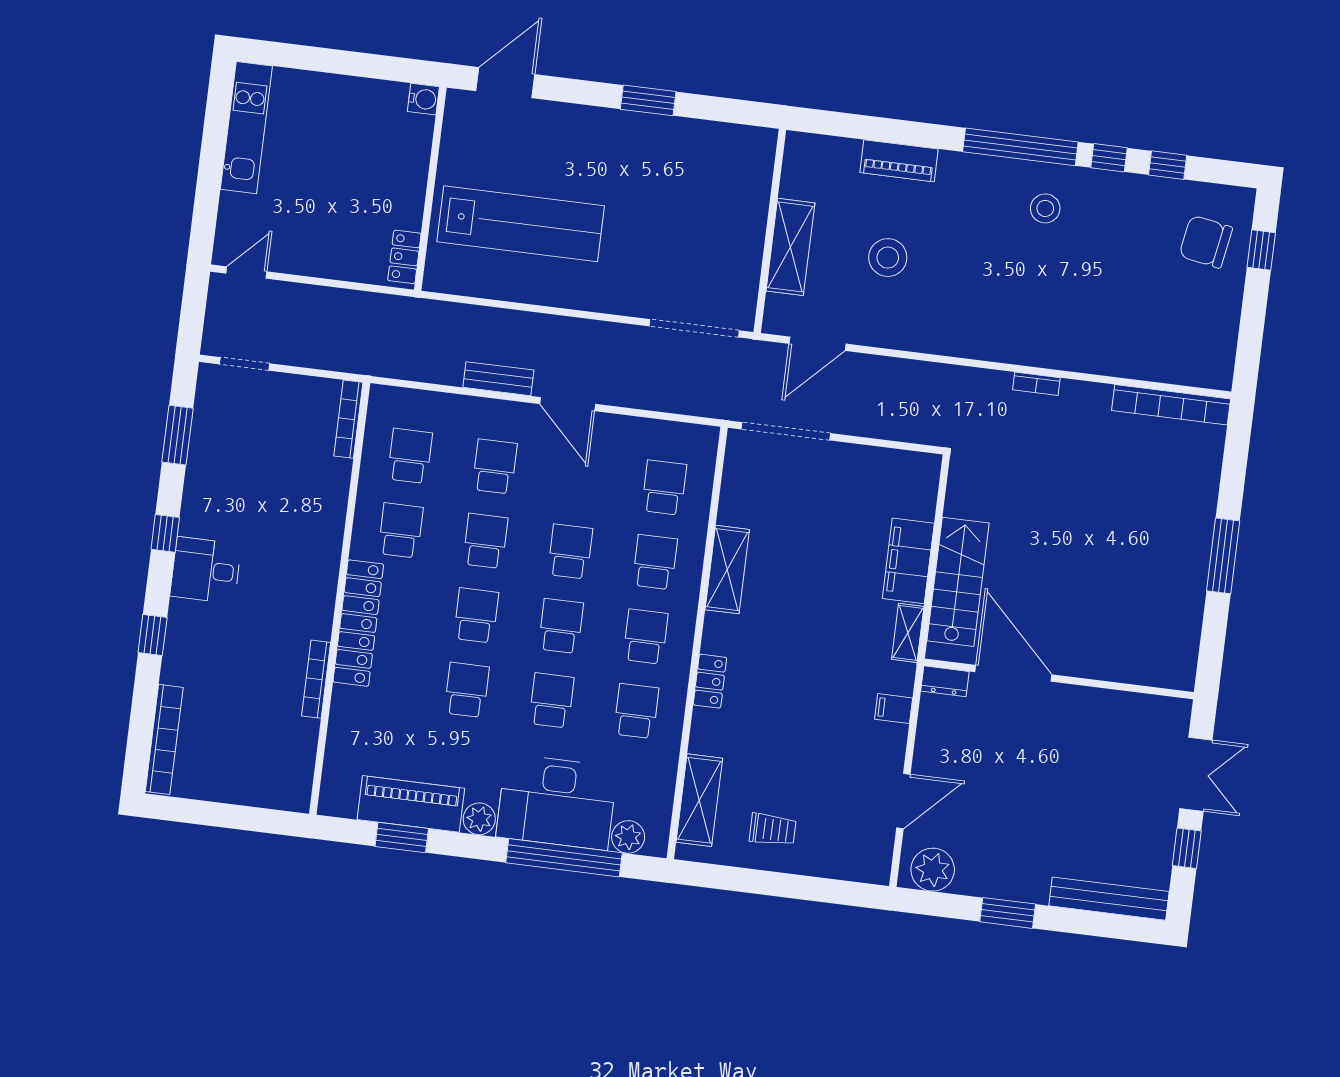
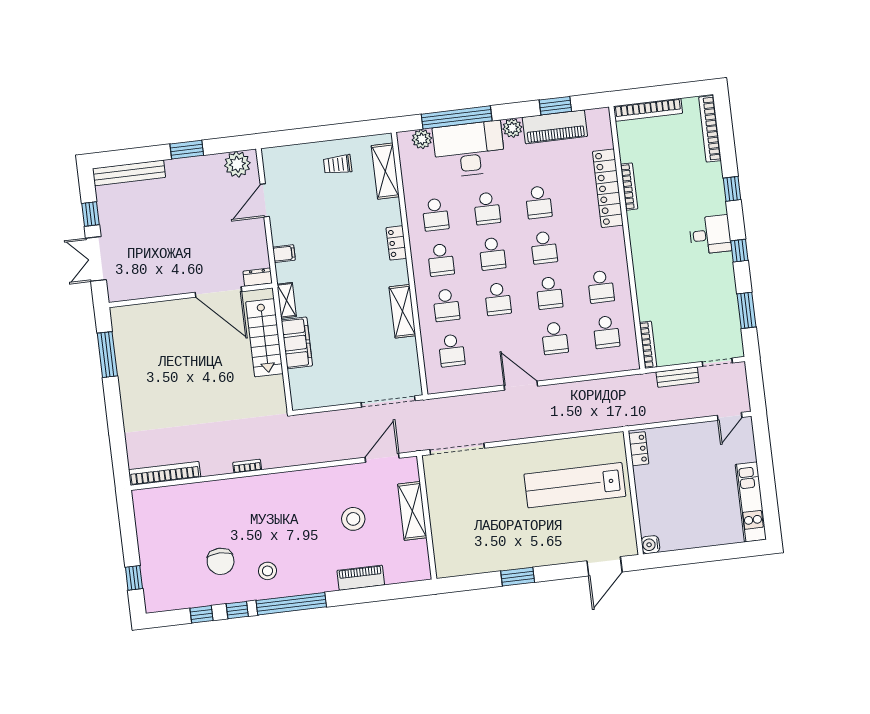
chair: (1206, 242) -> (221, 561), moved, turned 80
bench: (498, 379) -> (678, 377), moved
window: (1223, 556) -> (107, 355), moved
locker: (358, 623) -> (608, 188), moved
bookcase: (255, 794) -> (648, 110), added

